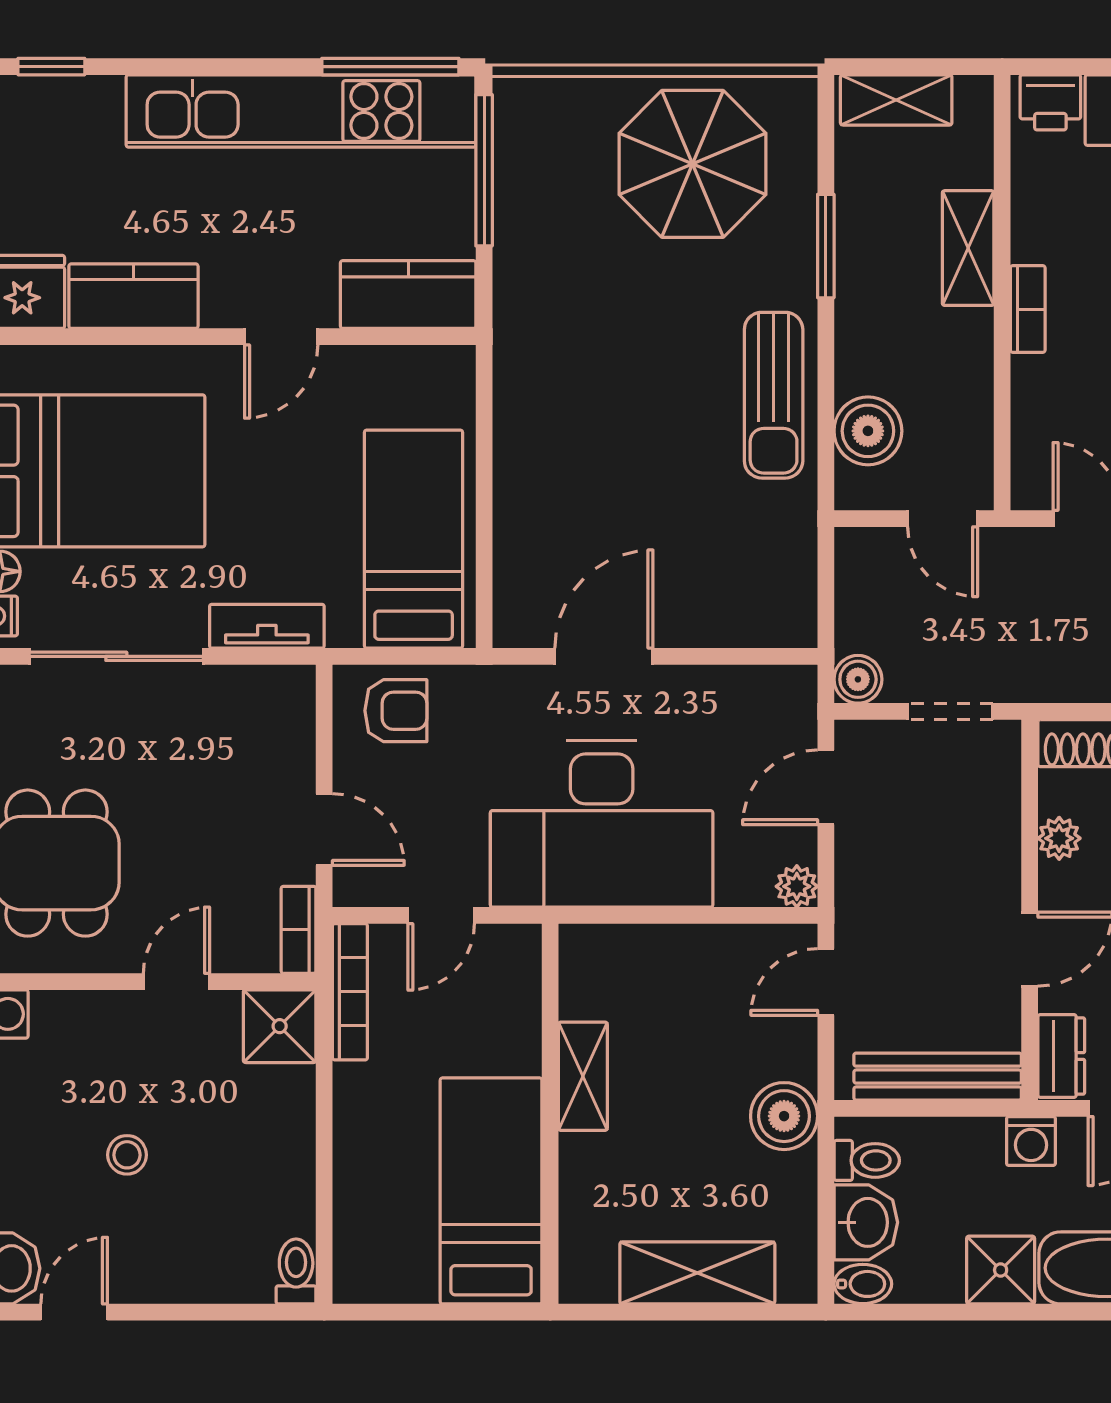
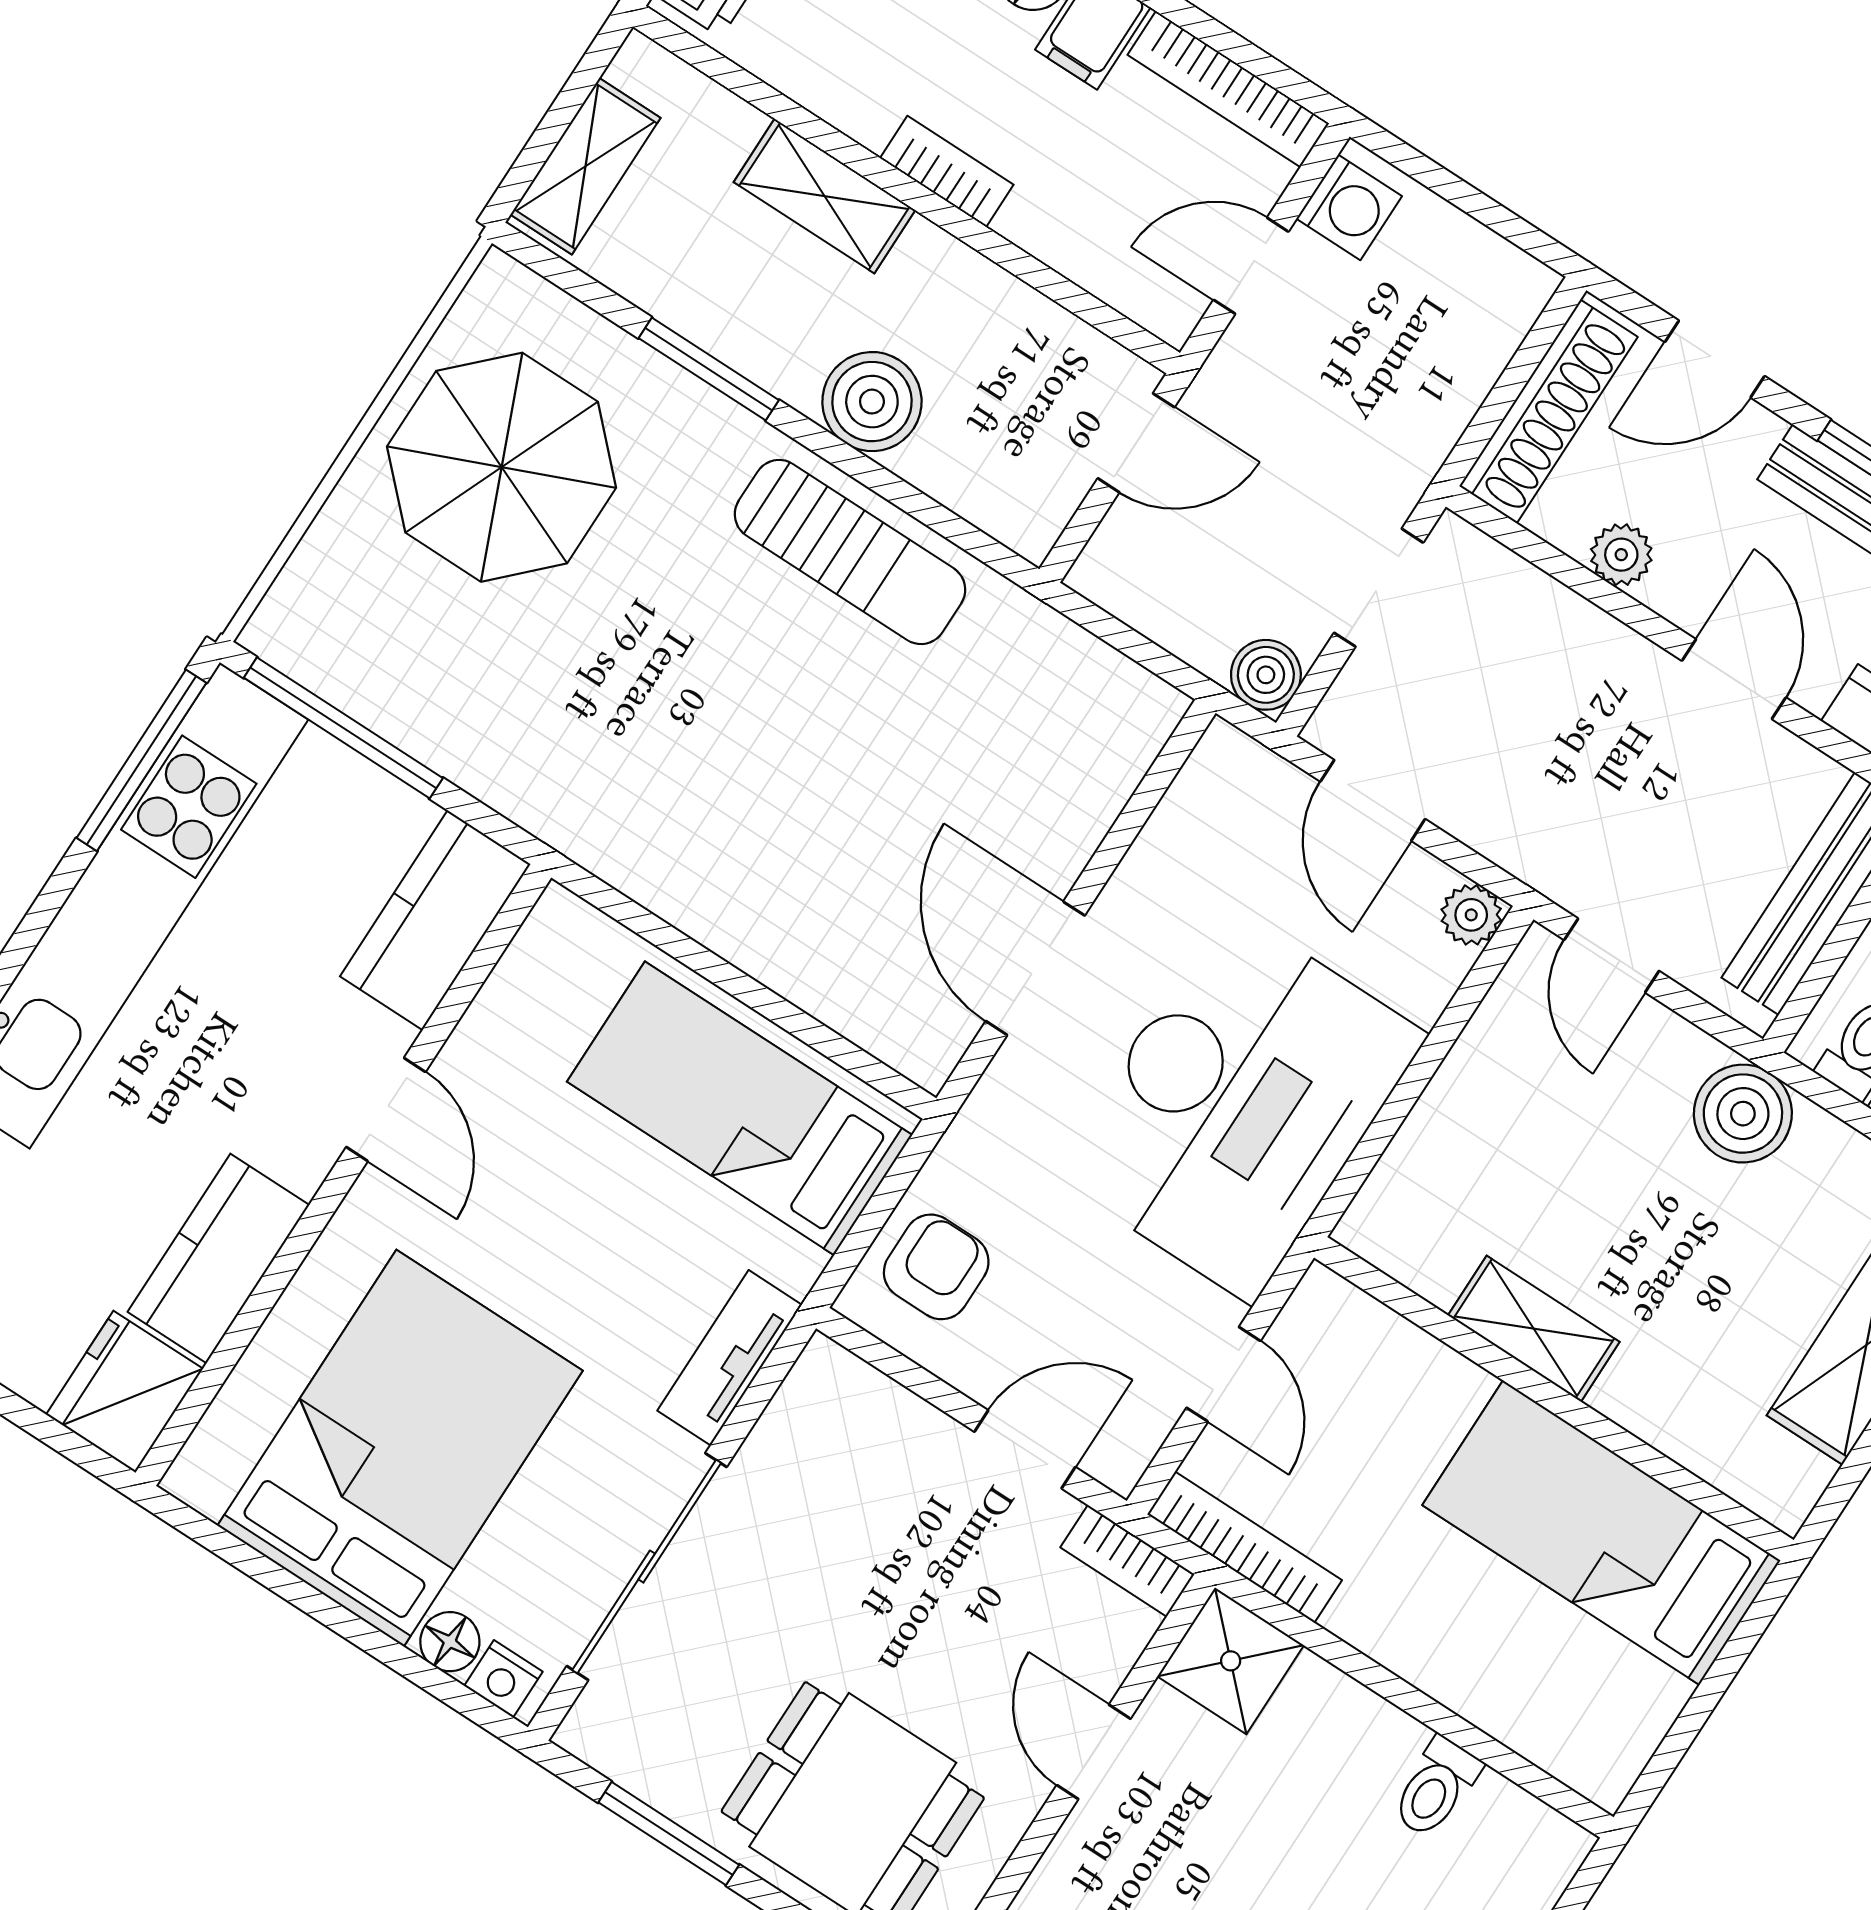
boiler: (868, 431) -> (872, 402), moved
toilet: (296, 1271) -> (1436, 1787), moved, turned -90

